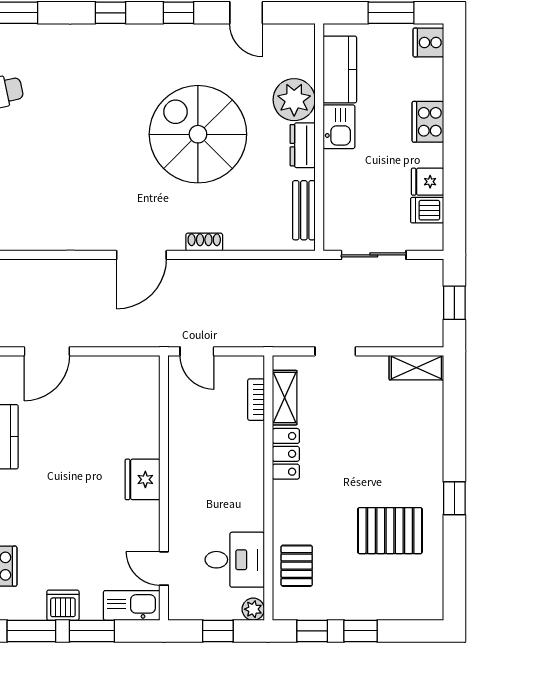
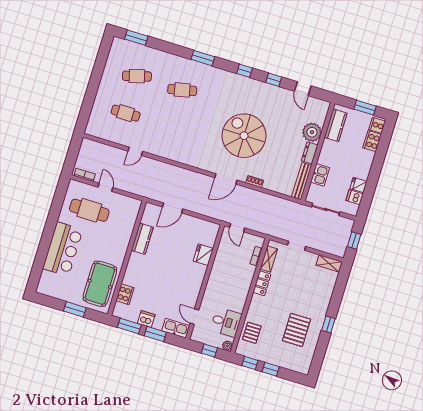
cooker: (428, 122) -> (372, 141), moved
kitchen sink: (339, 127) -> (320, 175), moved
spiral stairs: (198, 134) -> (244, 136), moved
bench: (304, 210) -> (302, 181), width x1.36
fridge: (142, 479) -> (203, 255), moved
pallet: (390, 531) -> (297, 330), turned 90

